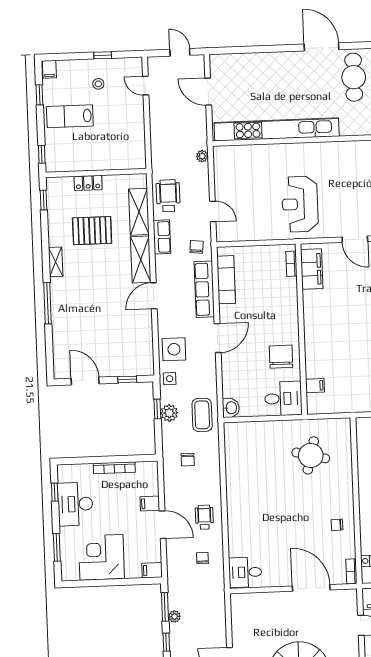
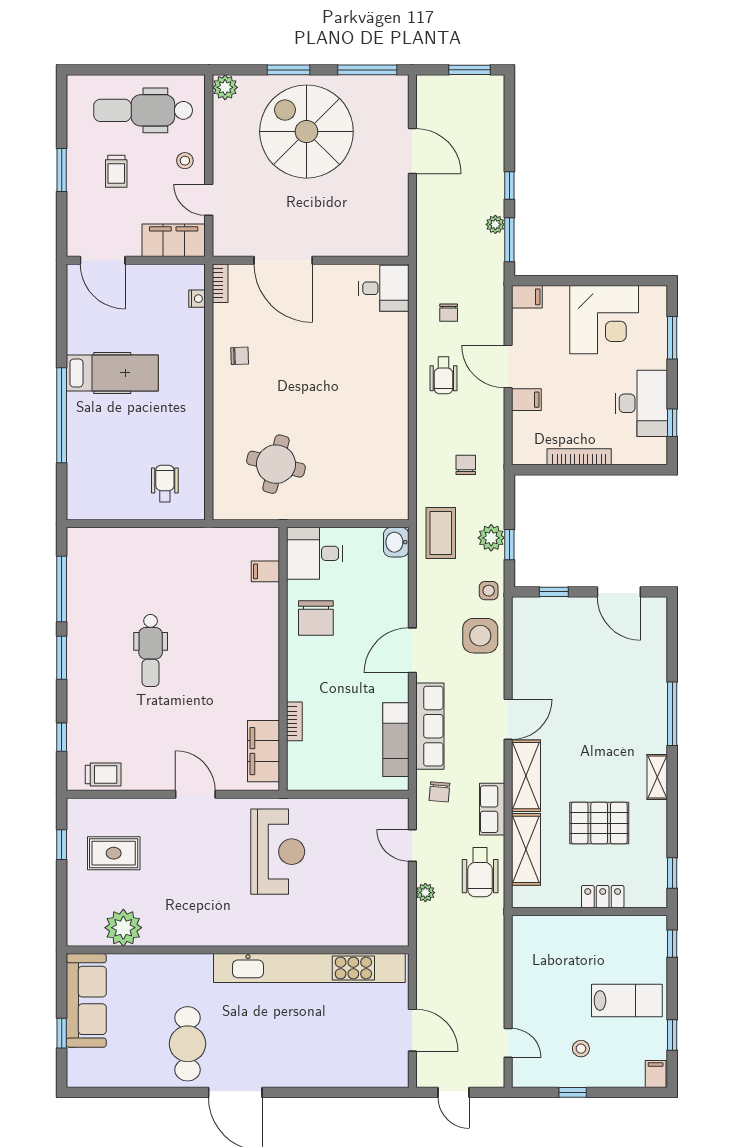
plant: (202, 156) -> (425, 893), moved
bookcase: (291, 264) -> (294, 721), moved

